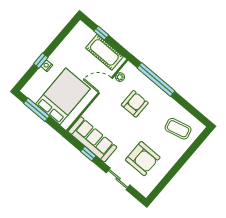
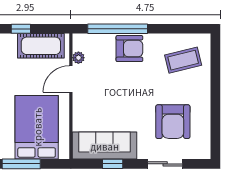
armchair: (135, 104) -> (129, 49), moved, turned 90
armchair: (143, 159) -> (173, 122), turned 90

